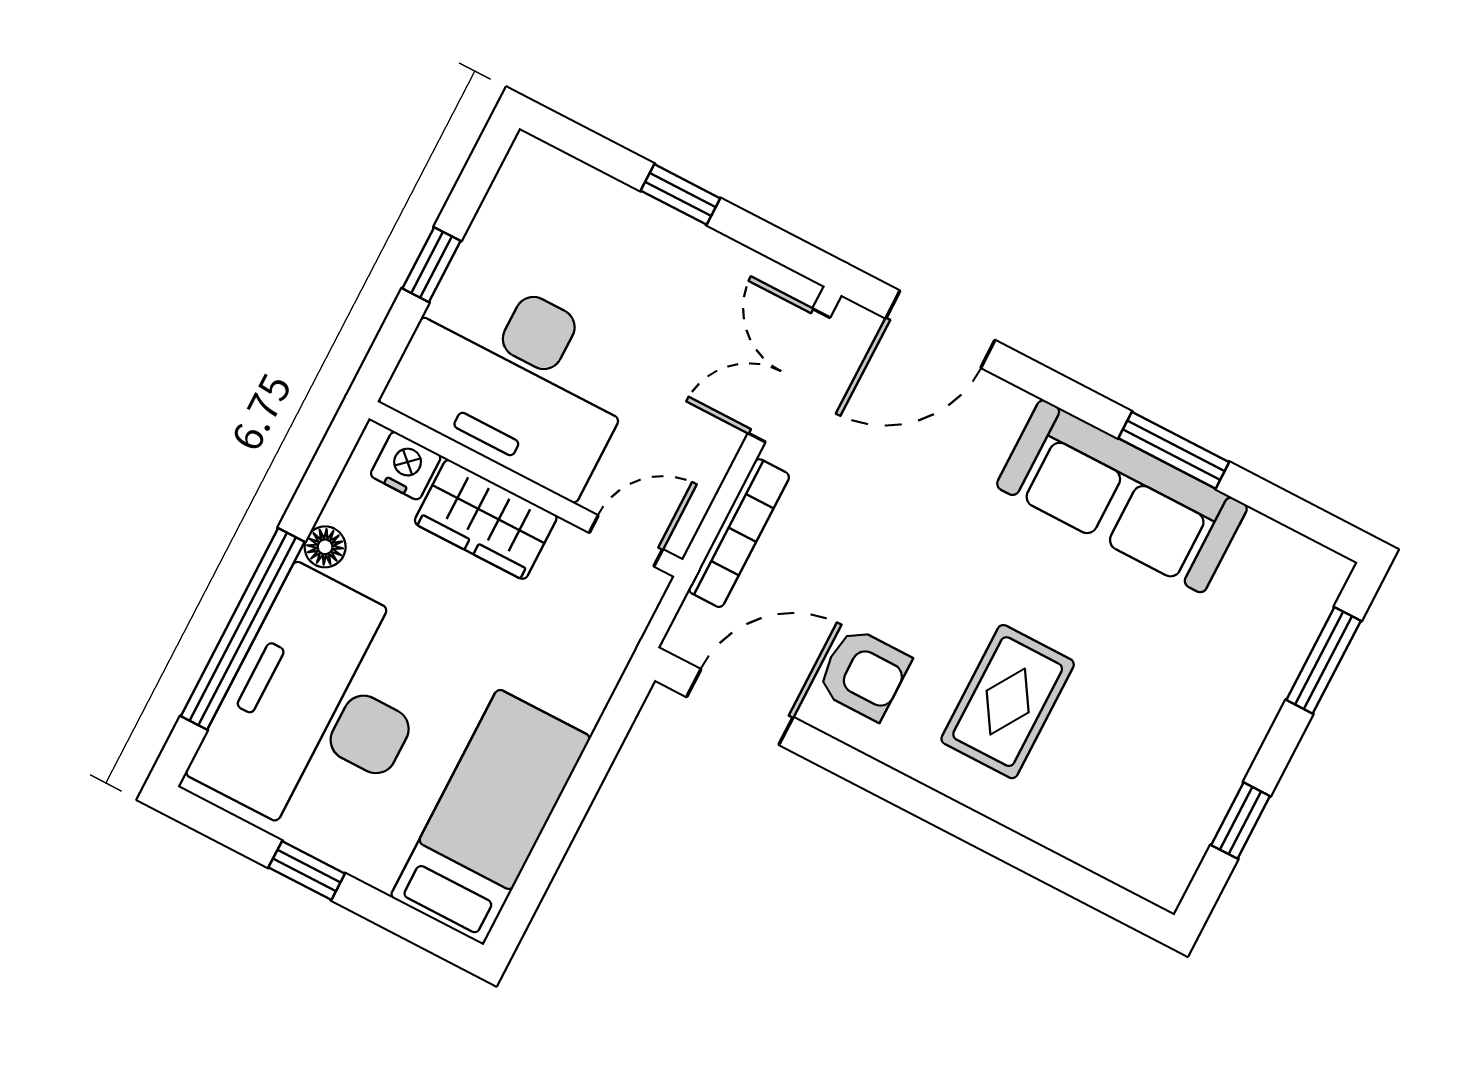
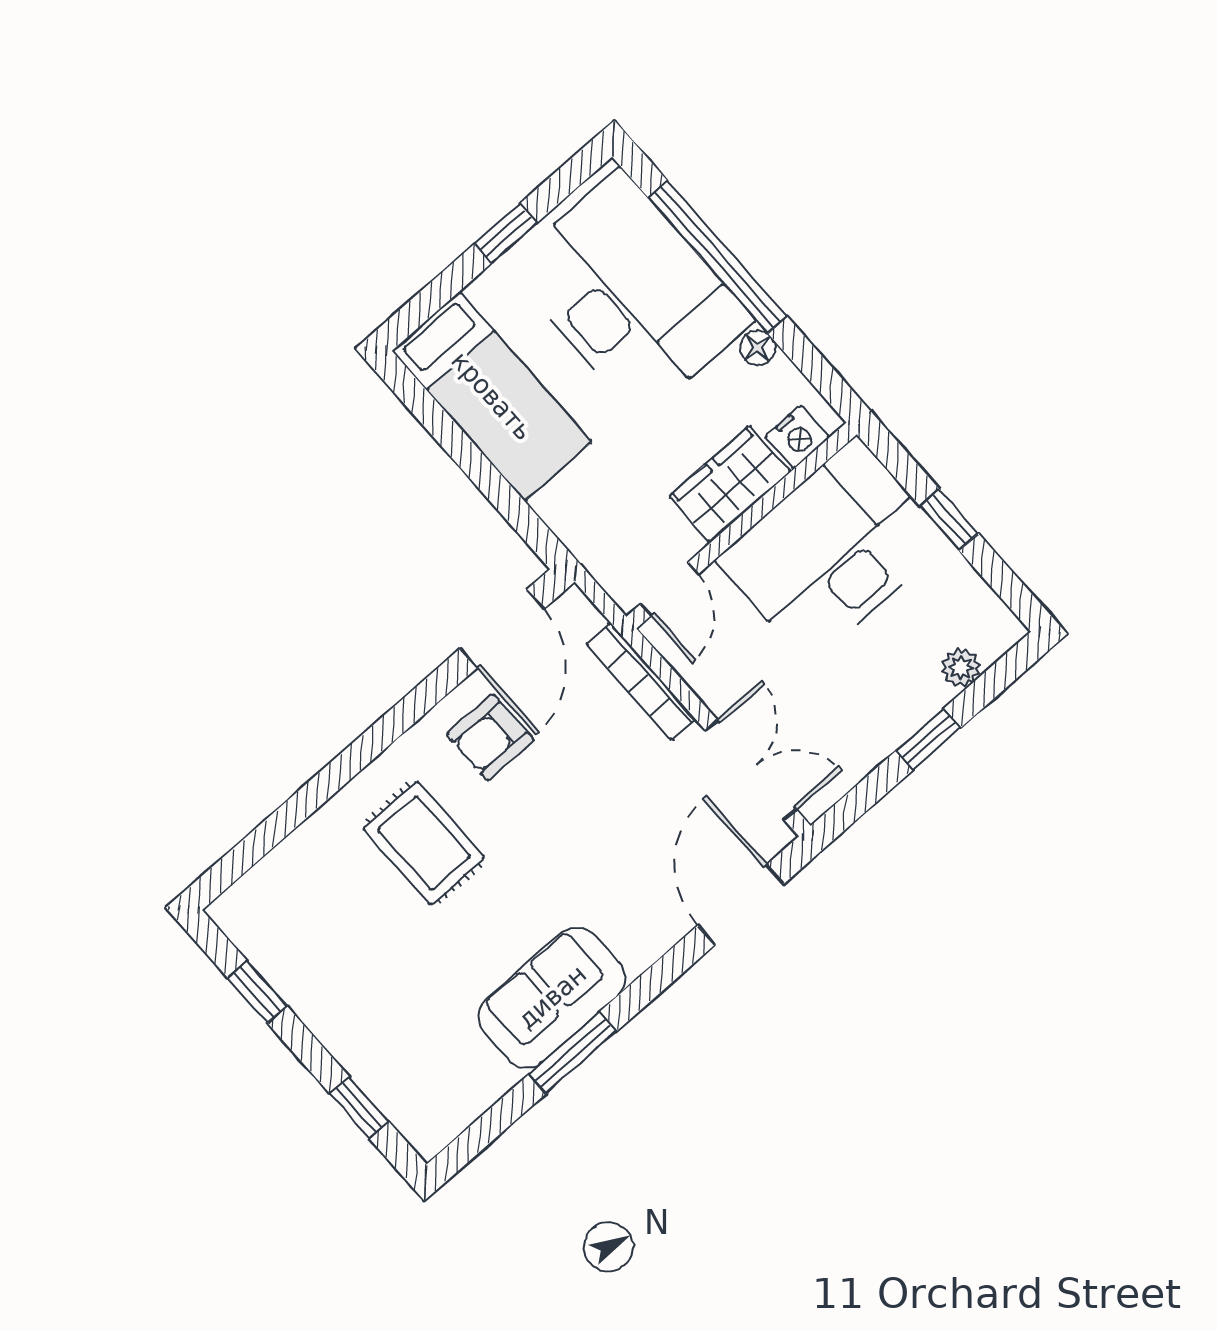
plant: (588, 189) -> (961, 668), added
sofa: (1122, 496) -> (552, 997), width x0.73
window: (1324, 660) -> (359, 1107), width x0.67

